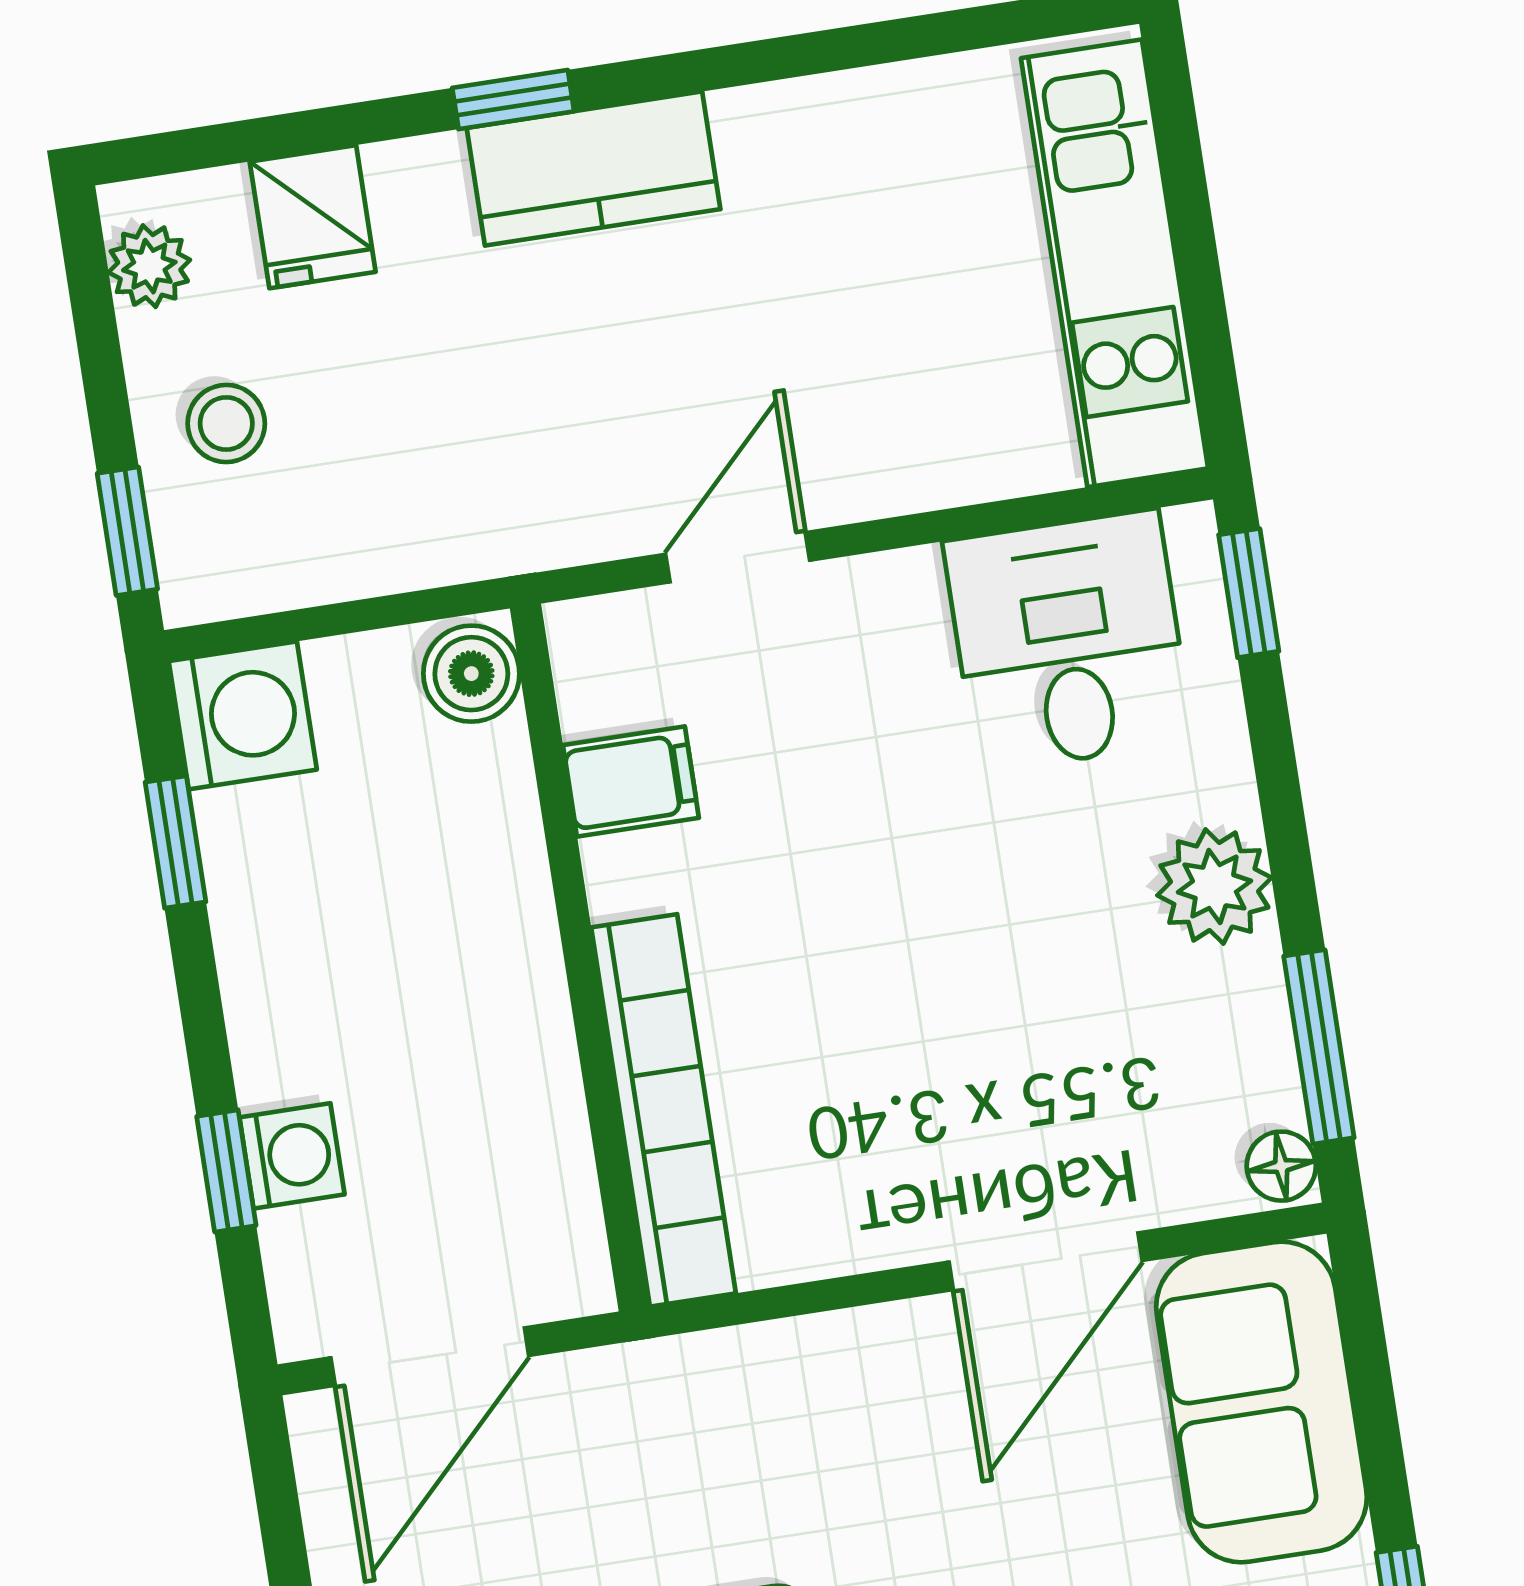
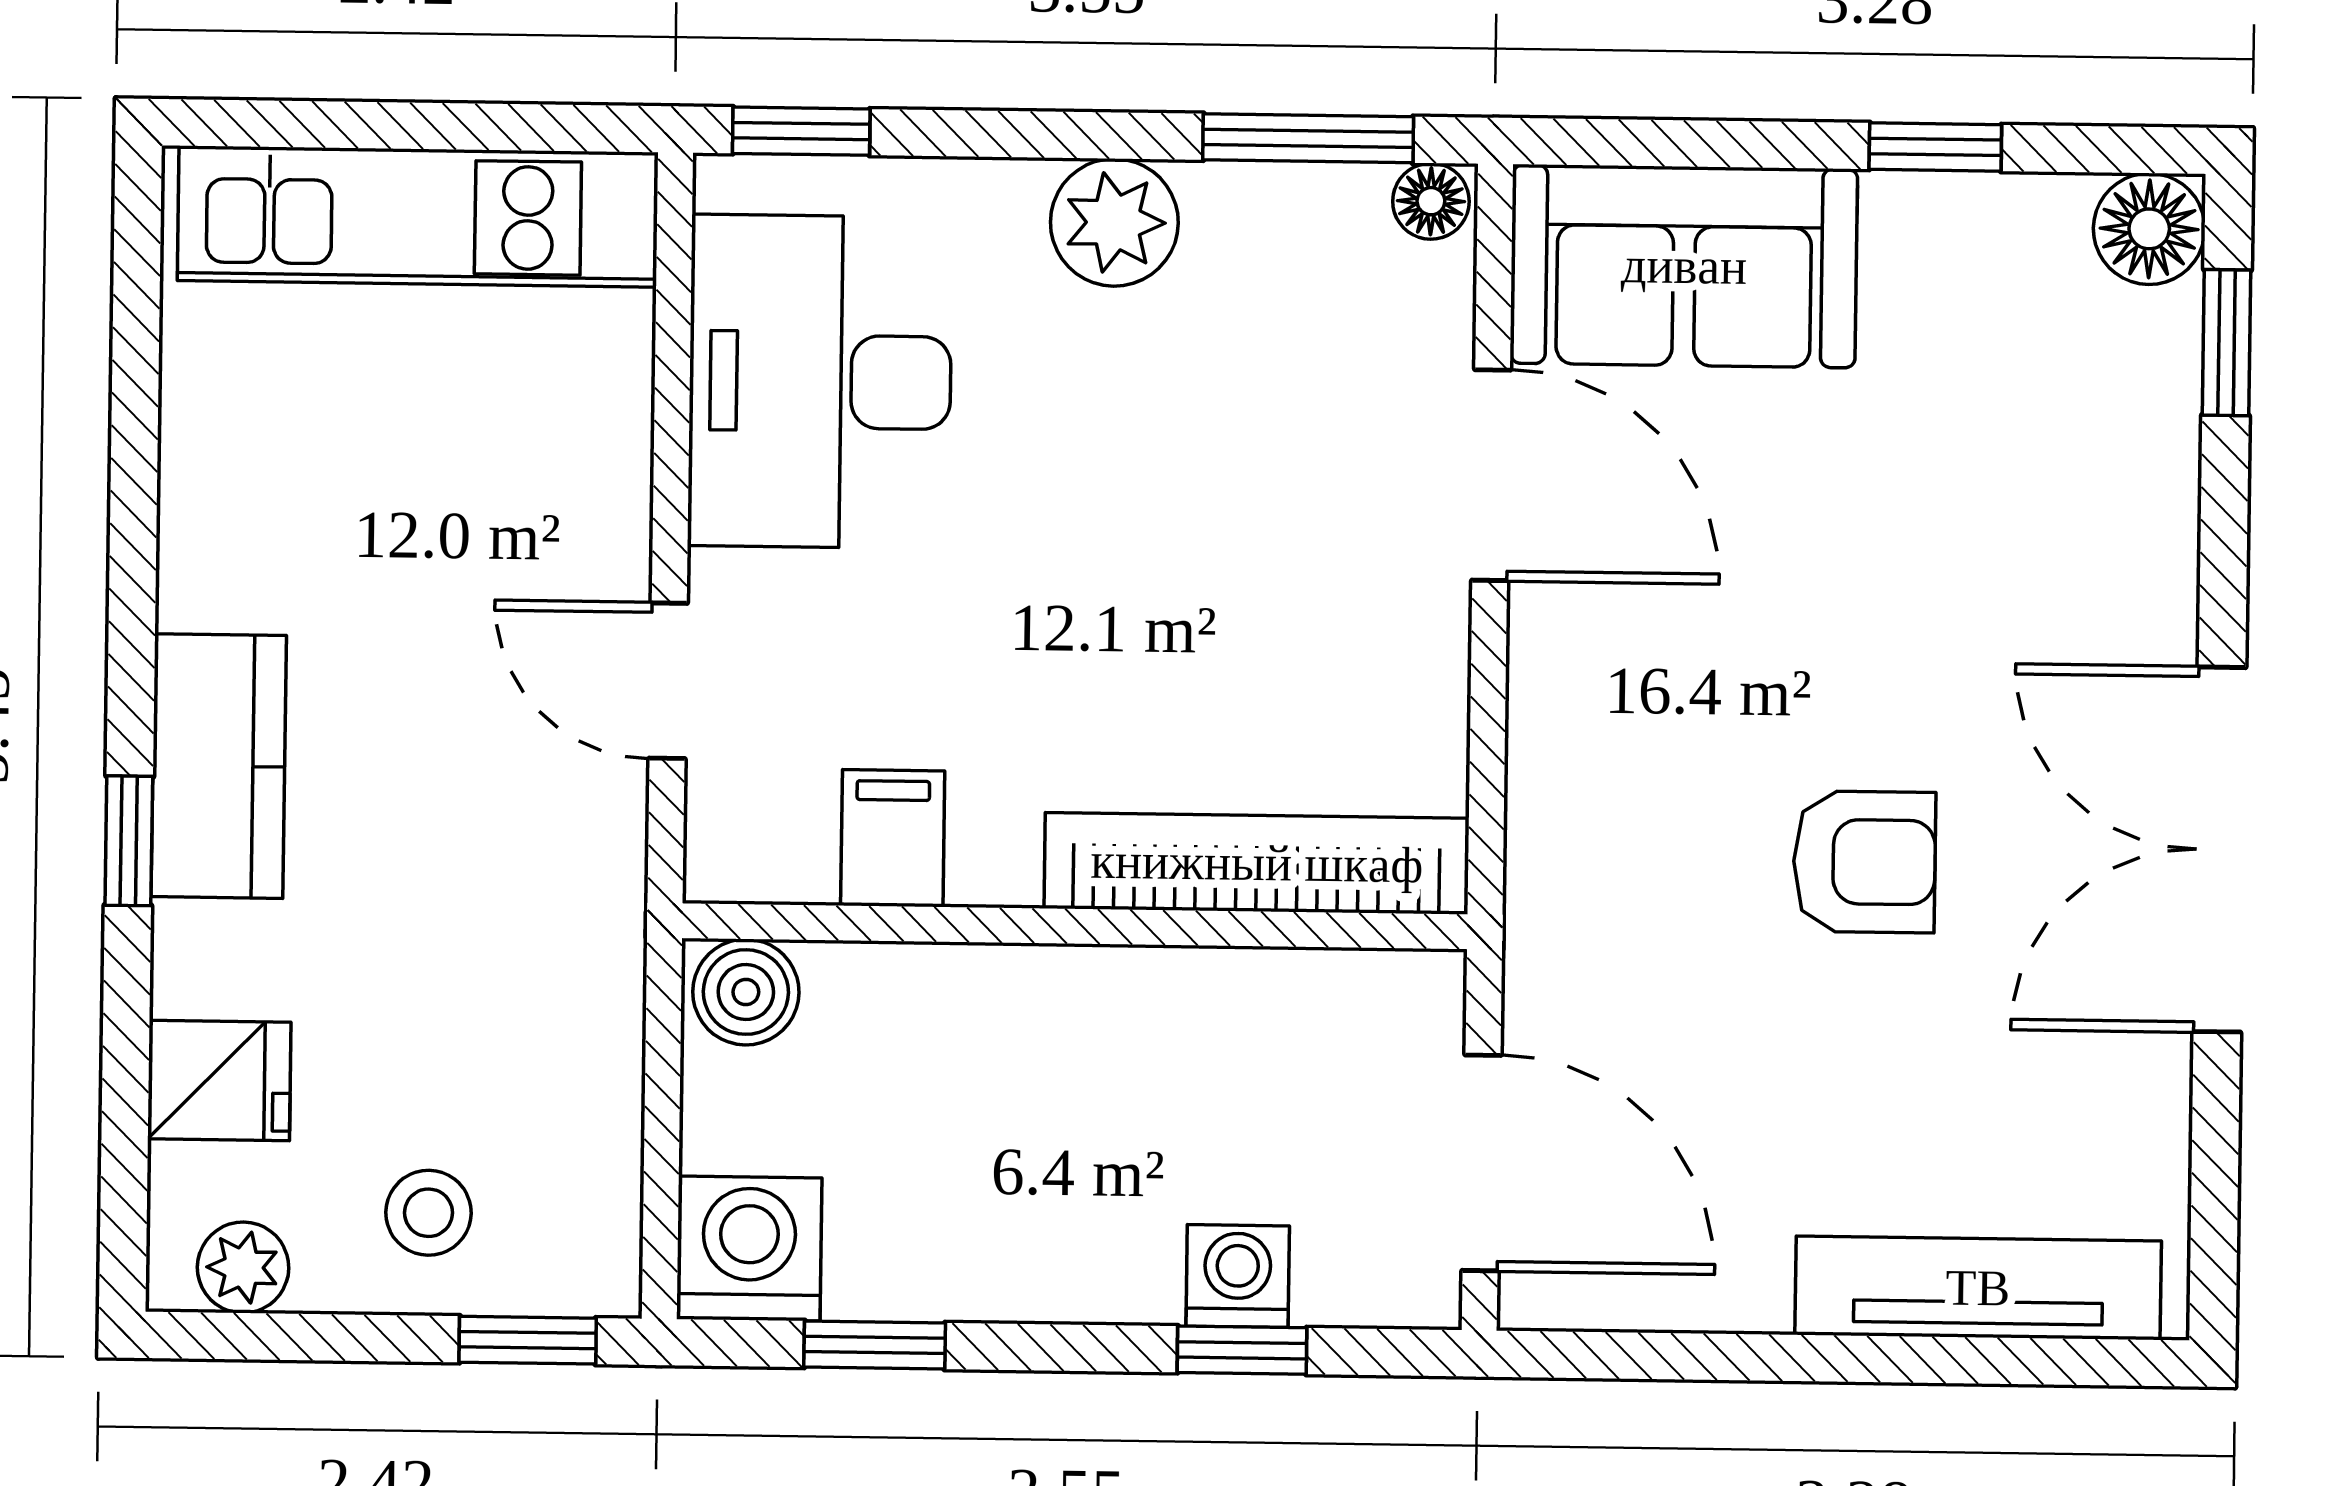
desk: (1068, 641) -> (820, 382), width x1.37

